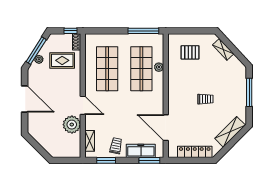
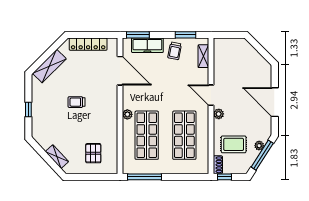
pallet: (190, 52) -> (93, 153), turned 90
plant: (159, 67) -> (127, 114), moved
window: (249, 92) -> (28, 109), width x0.46
plant: (72, 125) -> (219, 114), moved, width x0.53, depth x0.53

